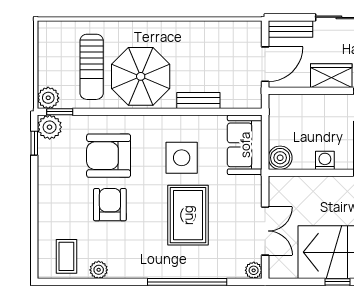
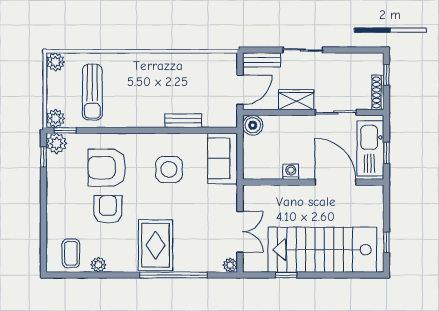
plant: (48, 31) -> (55, 62), added
parasol: (141, 76) -> (134, 100), removed
boiler: (280, 158) -> (253, 125), moved
rug: (188, 215) -> (156, 245), moved
window: (337, 282) -> (286, 275), moved

